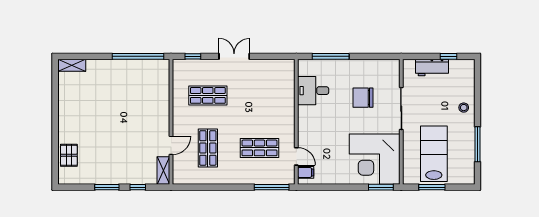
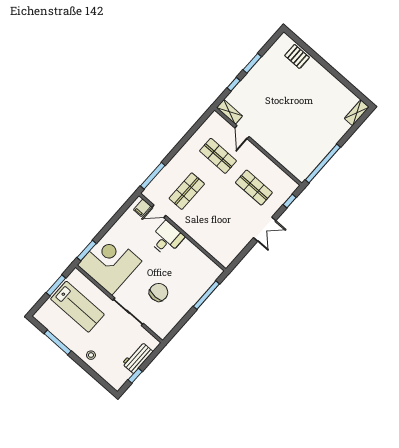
desk: (313, 91) -> (167, 239), moved
shop shelf: (208, 95) -> (254, 188), turned 90

